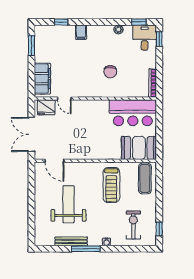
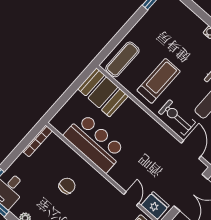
bar counter: (133, 113) -> (95, 143), moved
exercise bike: (133, 225) -> (177, 117), moved, turned 90

